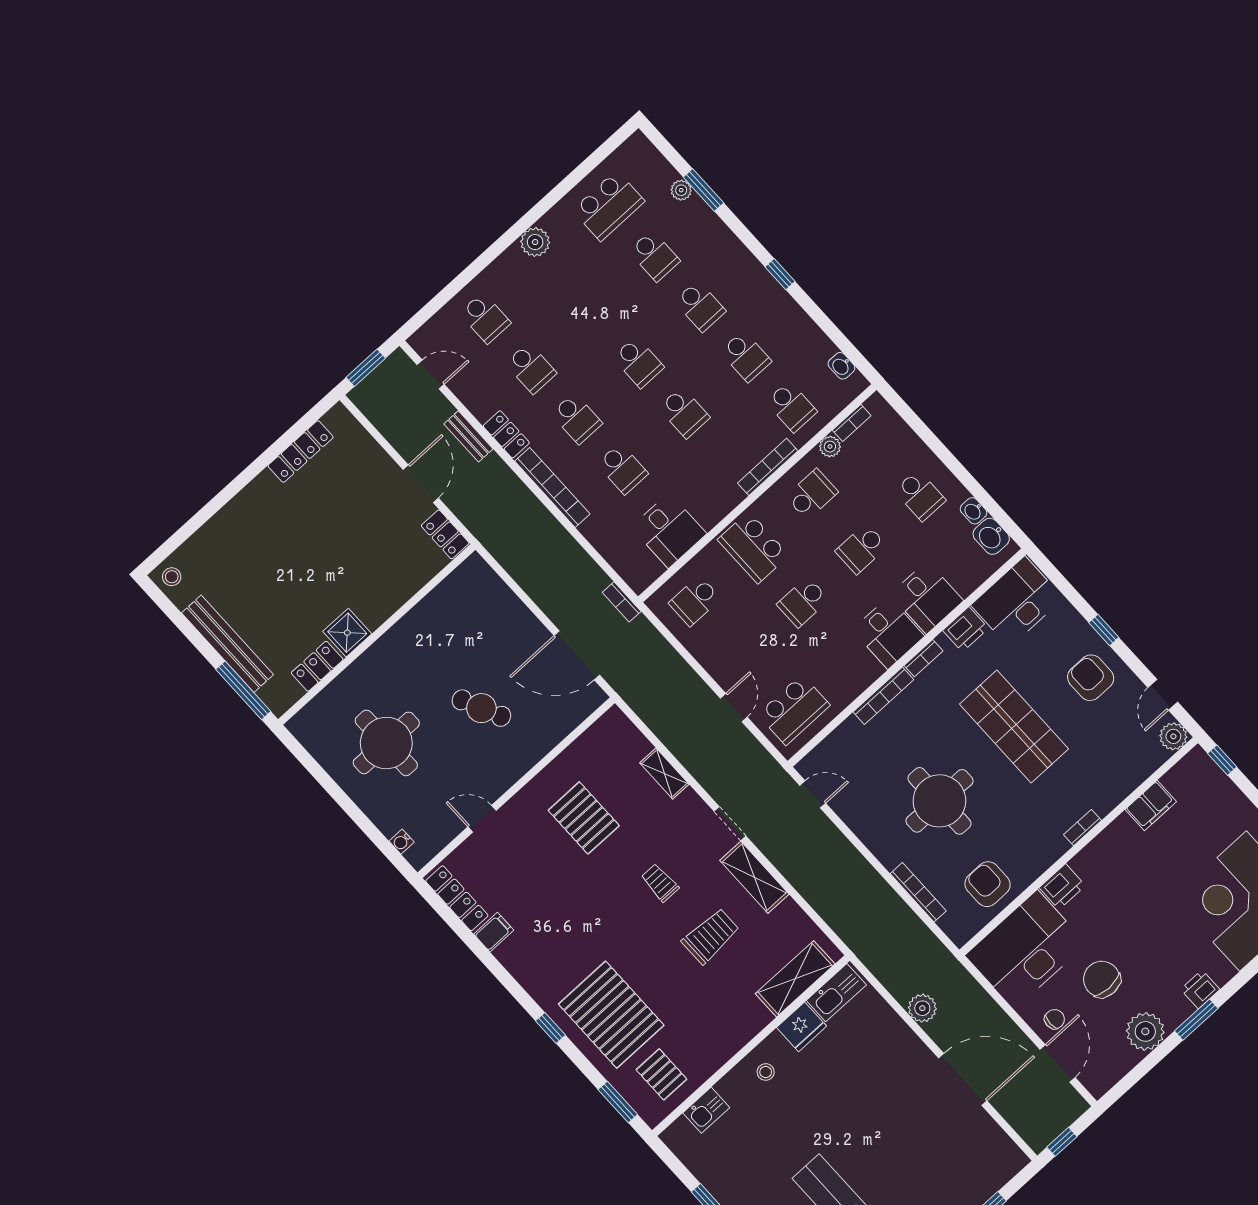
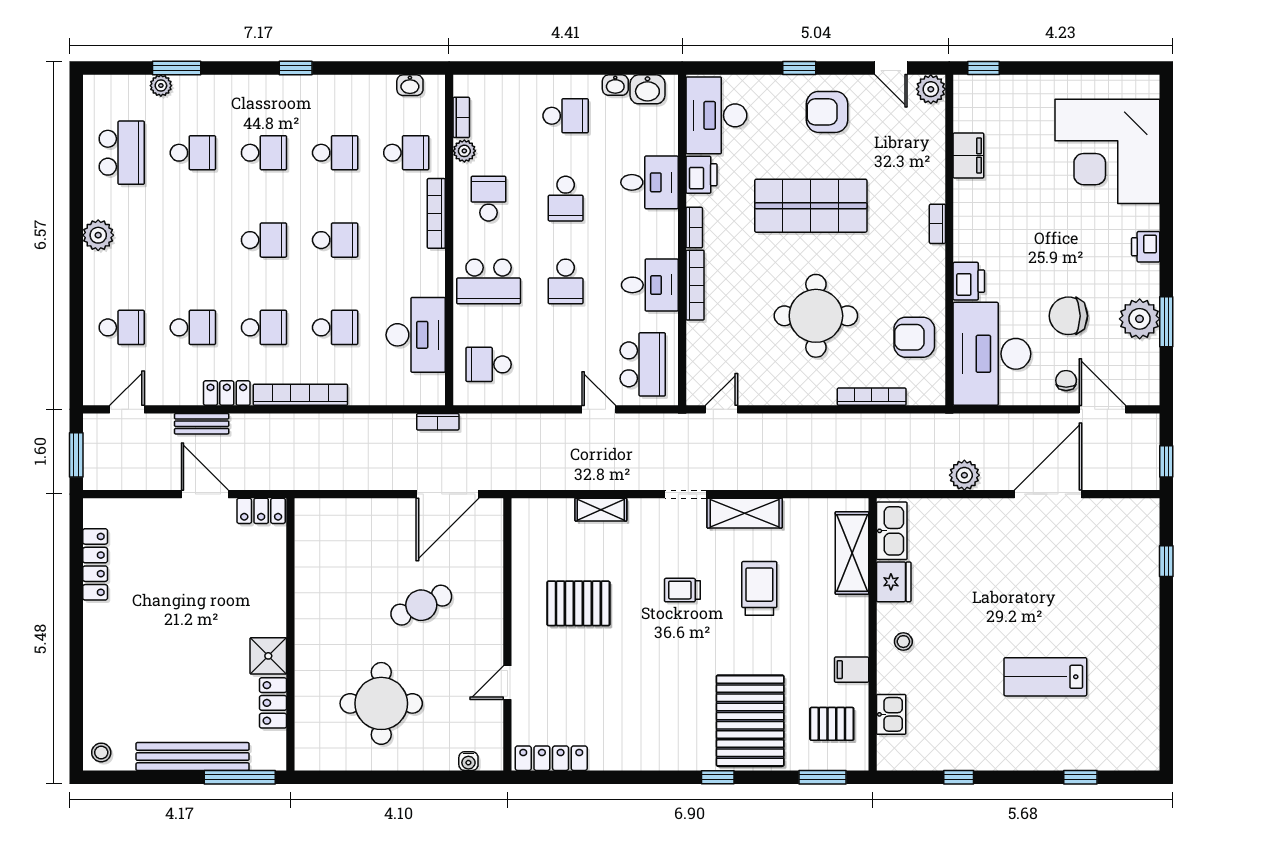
desk: (669, 530) -> (416, 335), width x1.37
school desk: (695, 601) -> (489, 364), turned 90
desk: (888, 633) -> (650, 285), moved
filing cabinet: (494, 932) -> (852, 670), moved, turned -90
pallet: (611, 1015) -> (750, 721), turned 90
window: (1196, 1020) -> (1166, 322), moved

